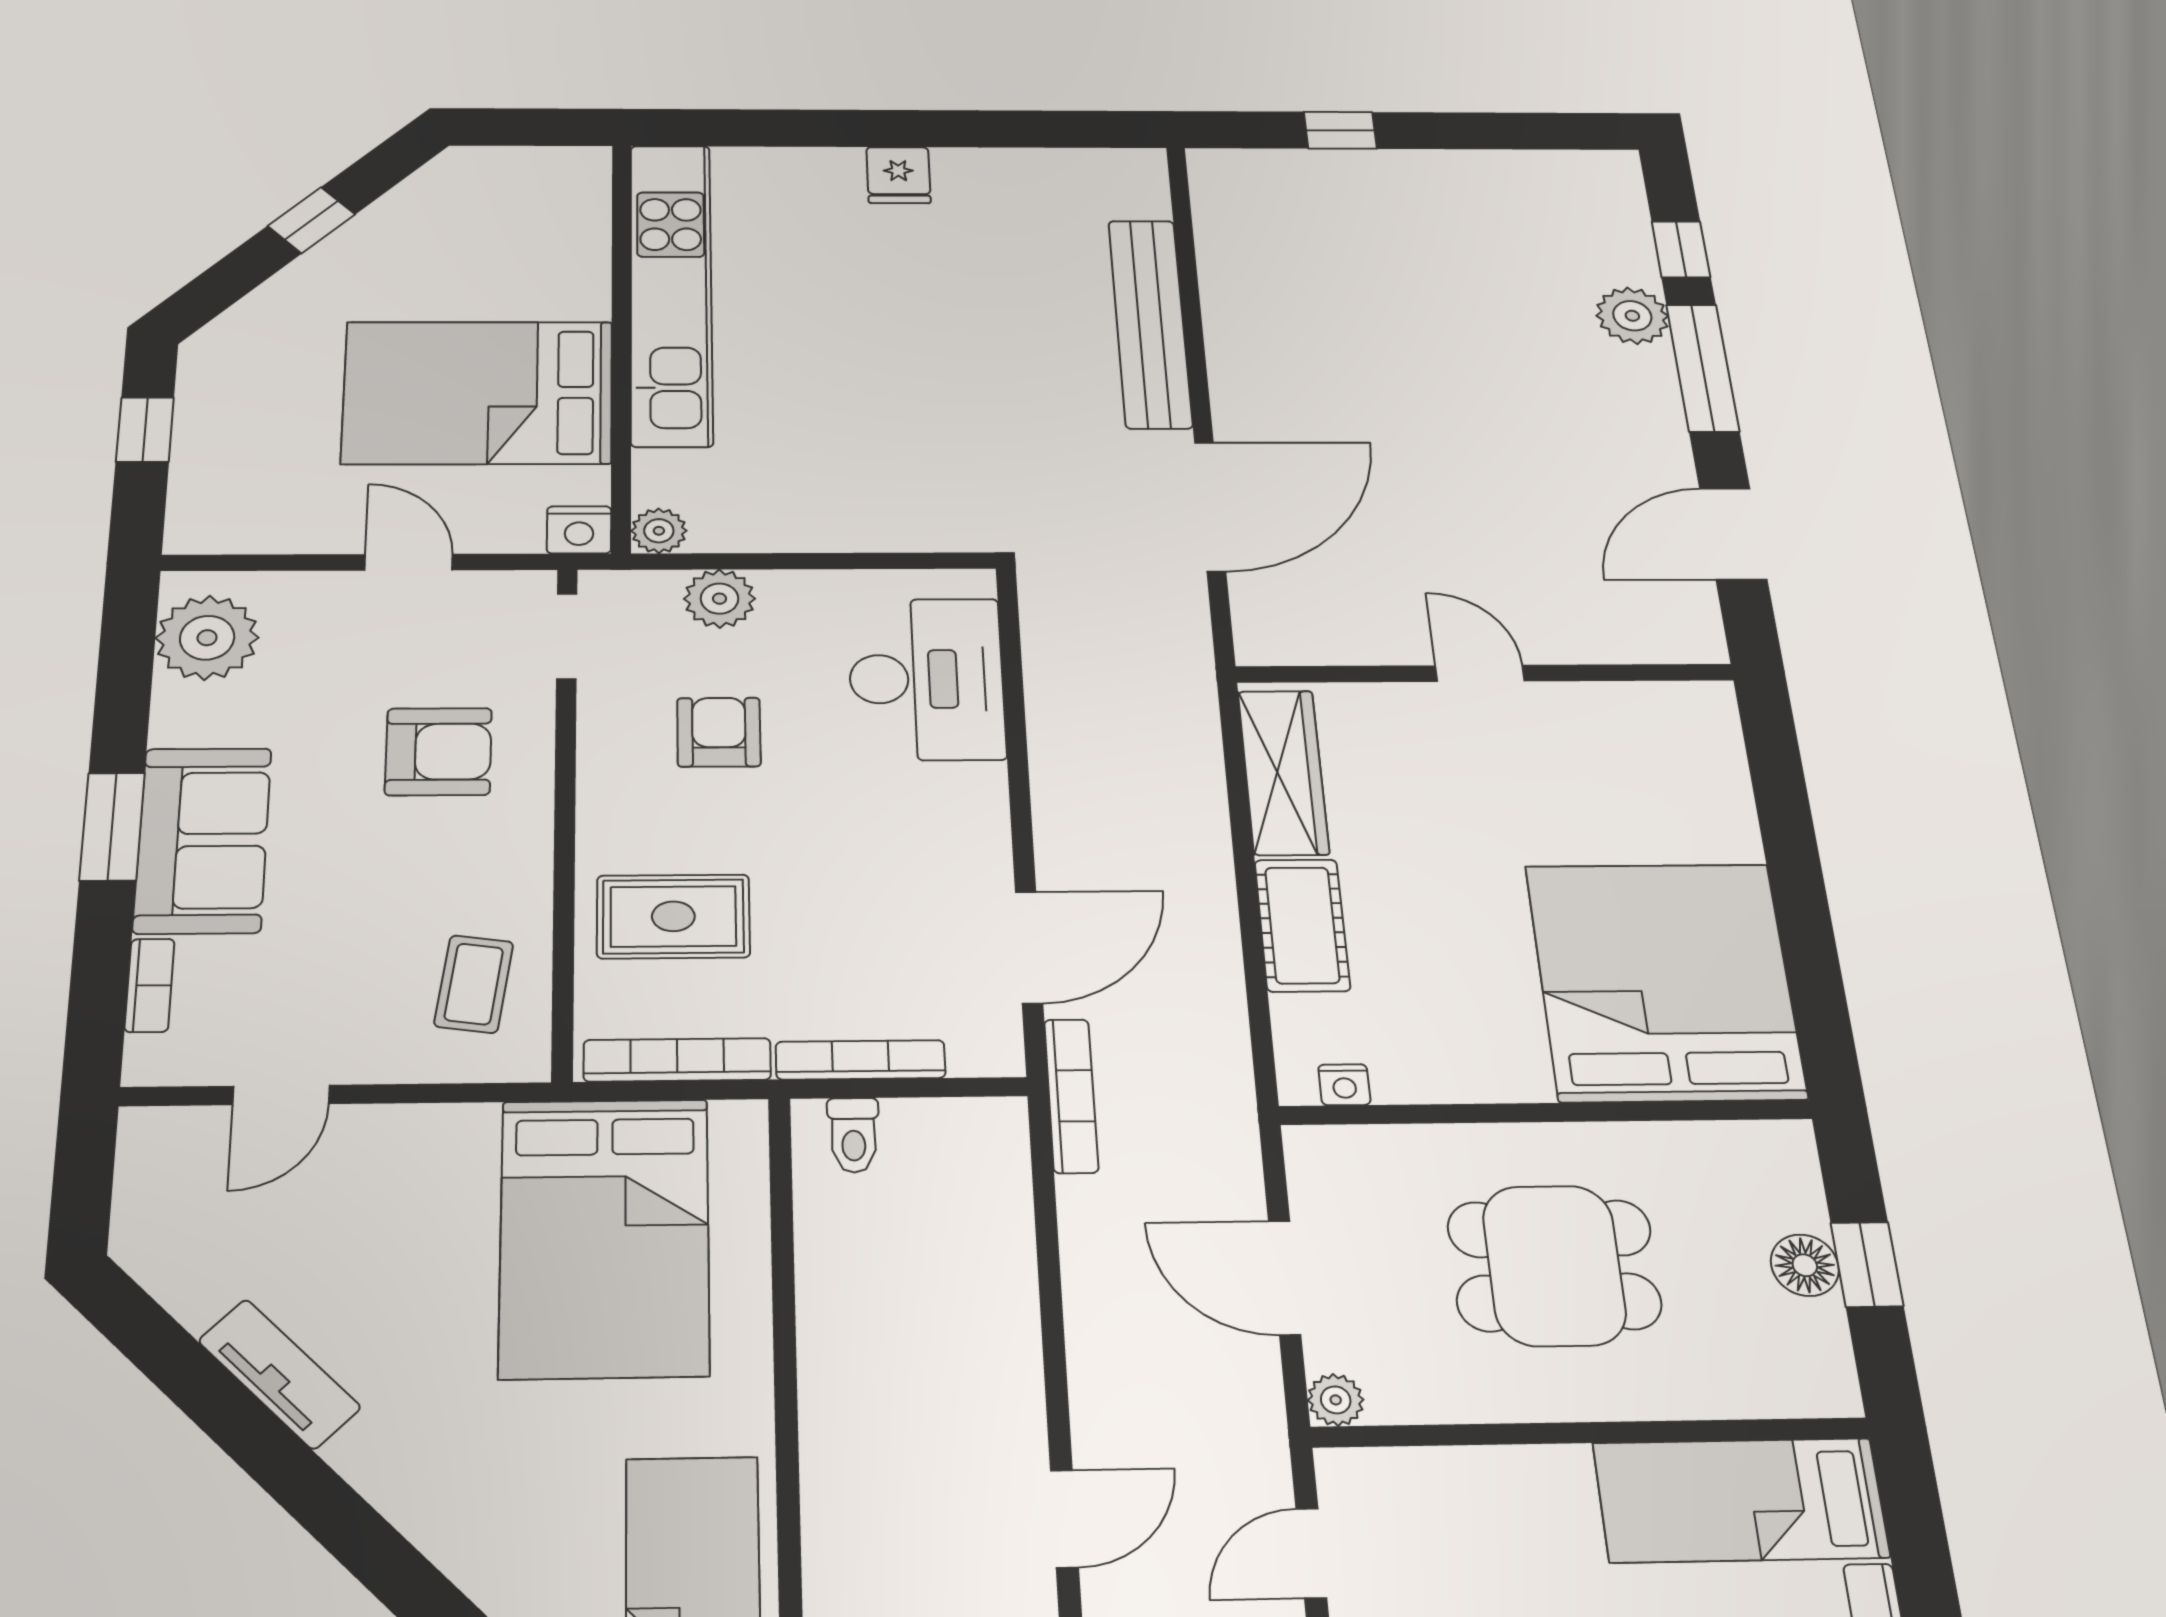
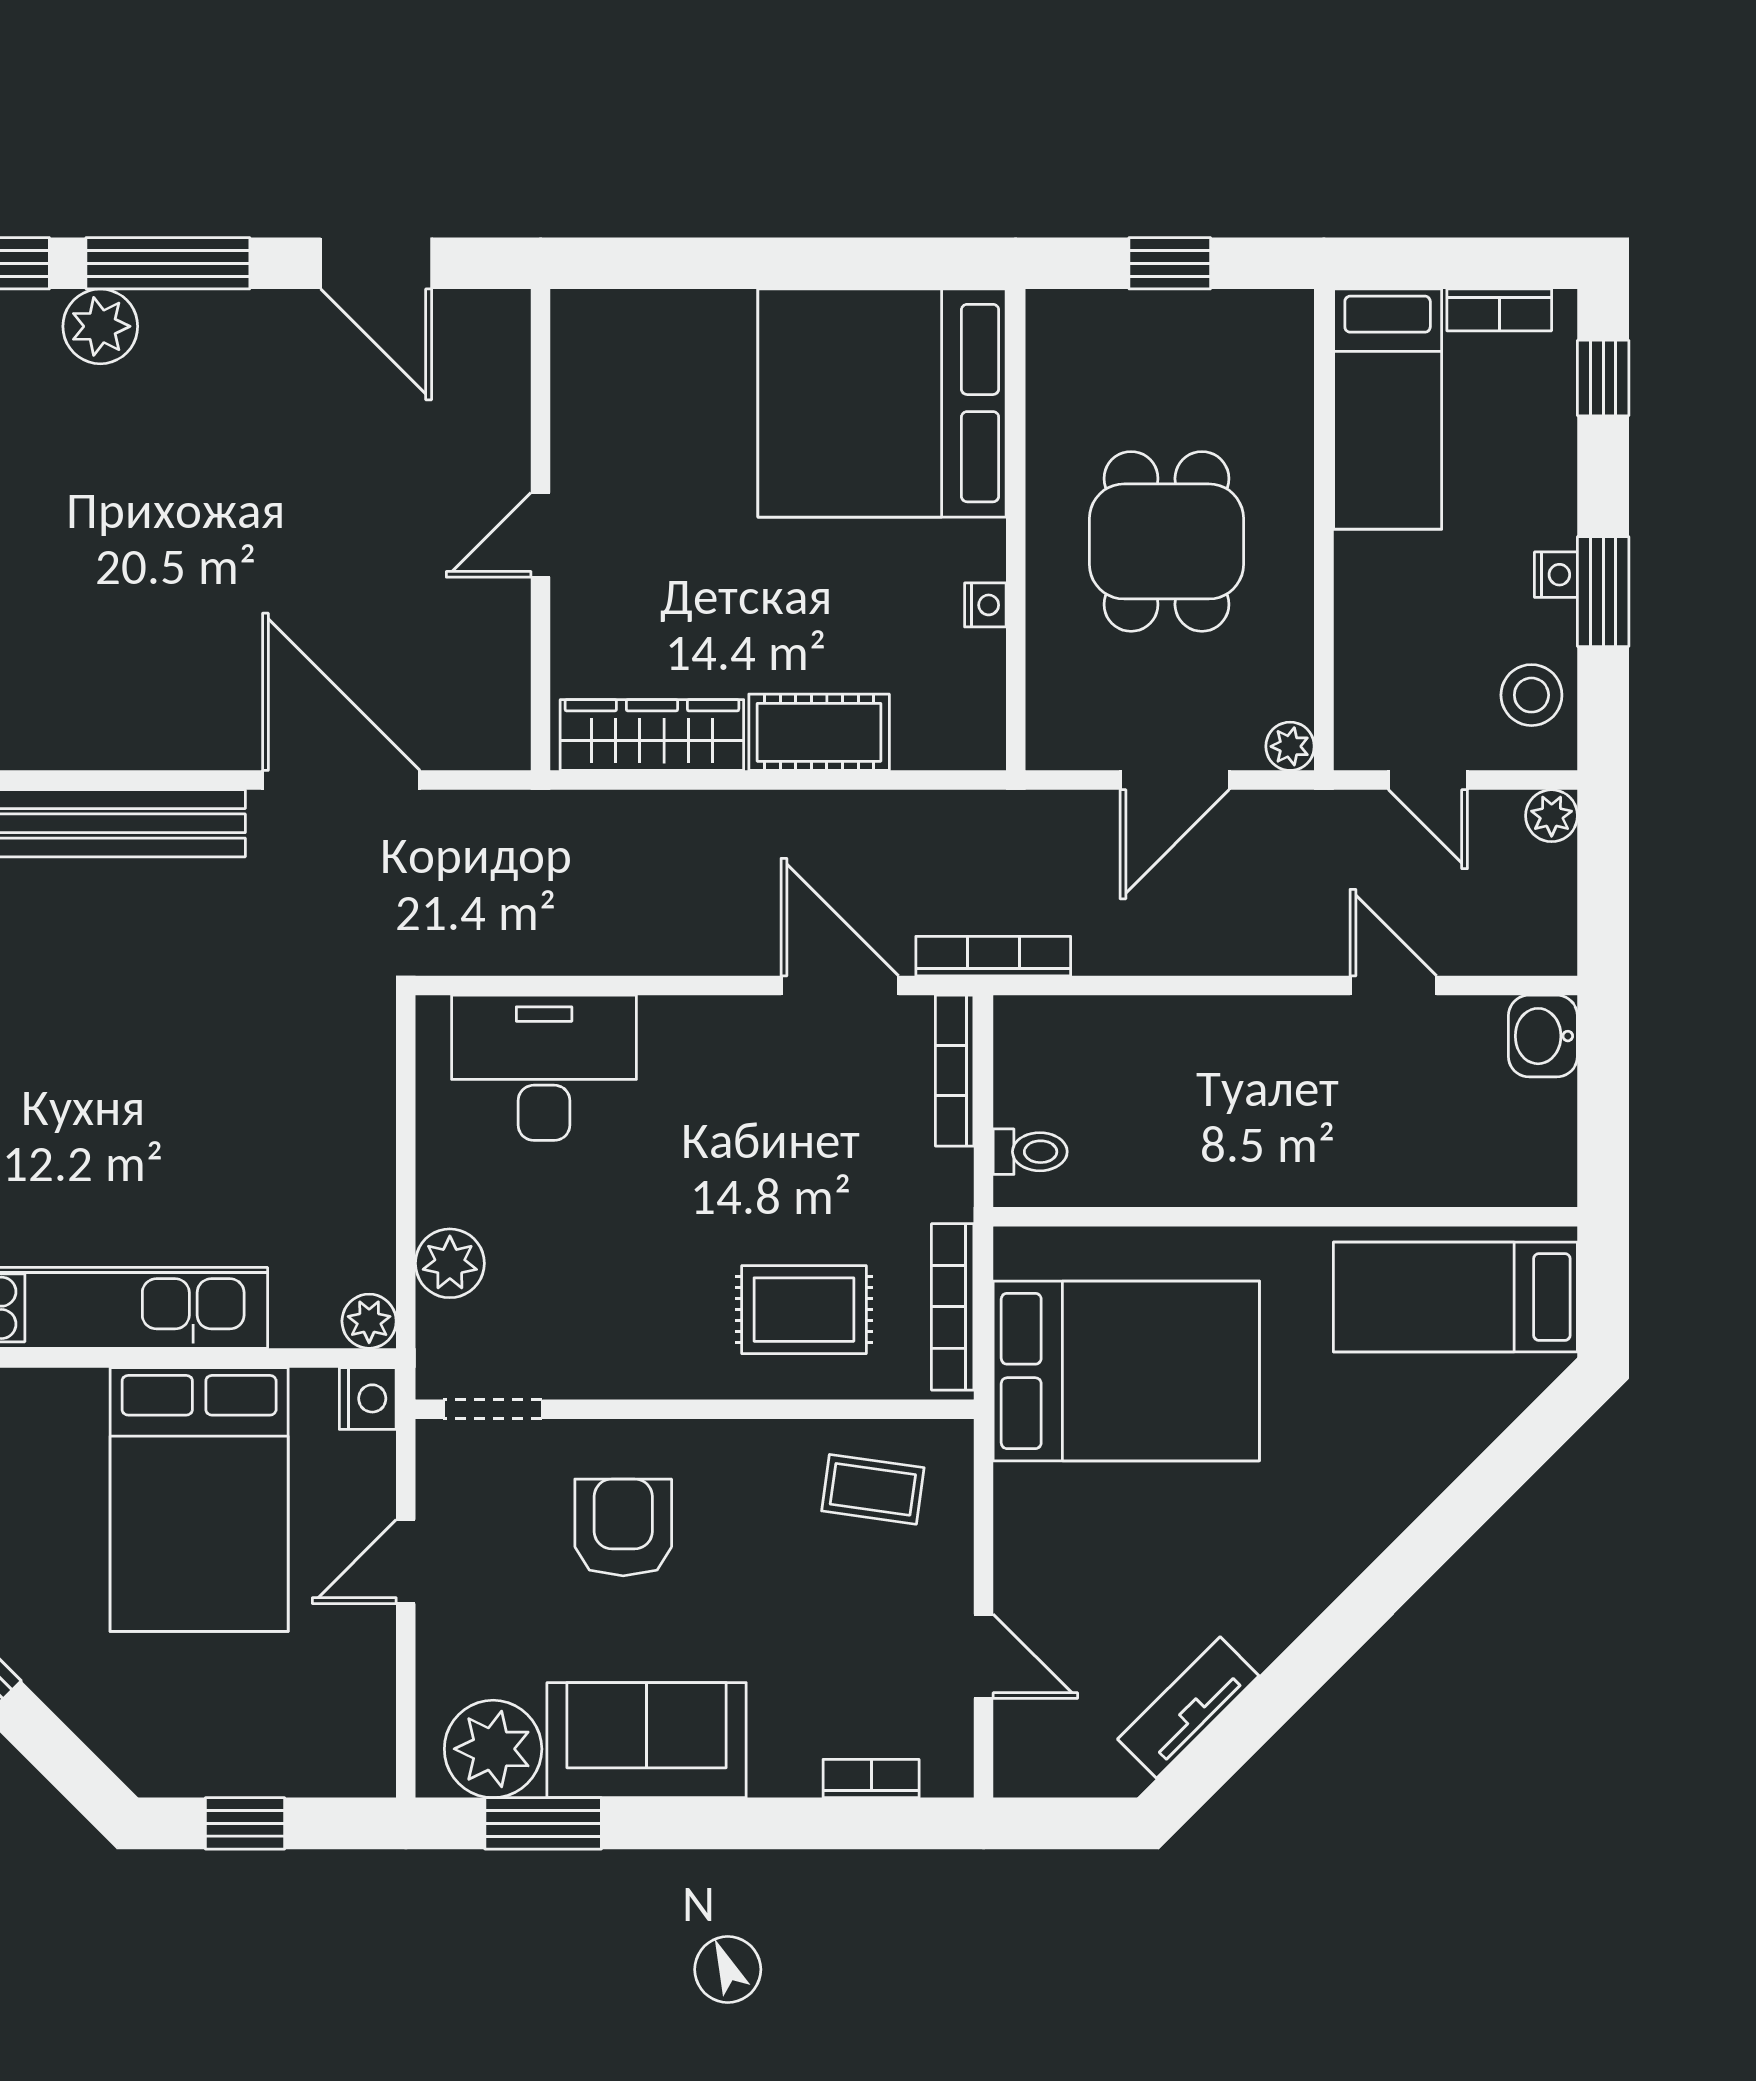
armchair: (719, 732) -> (603, 1266), removed
window: (112, 827) -> (543, 1823), moved
sofa: (203, 840) -> (647, 1740), moved
rug: (673, 916) -> (804, 1310), turned 90
bookcase: (861, 1060) -> (955, 1071), moved
nightstand: (1344, 1085) -> (985, 605), moved
floor lamp: (1805, 1265) -> (1170, 319), removed
tv unit: (279, 1374) -> (1188, 1708), moved

